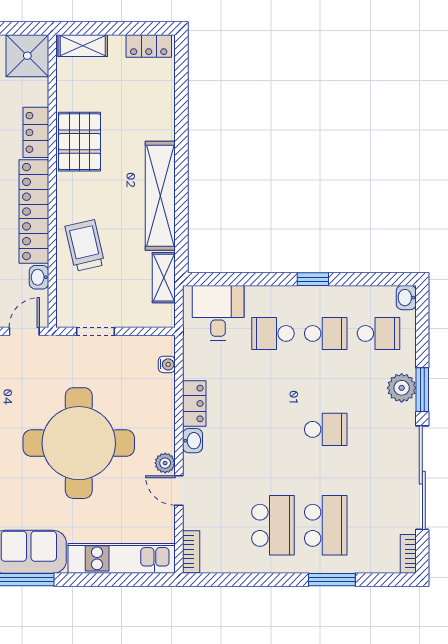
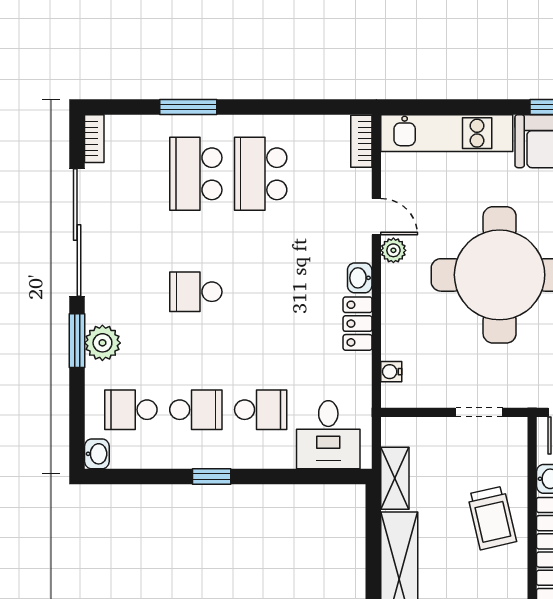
school desk: (326, 333) -> (196, 410), turned 180

